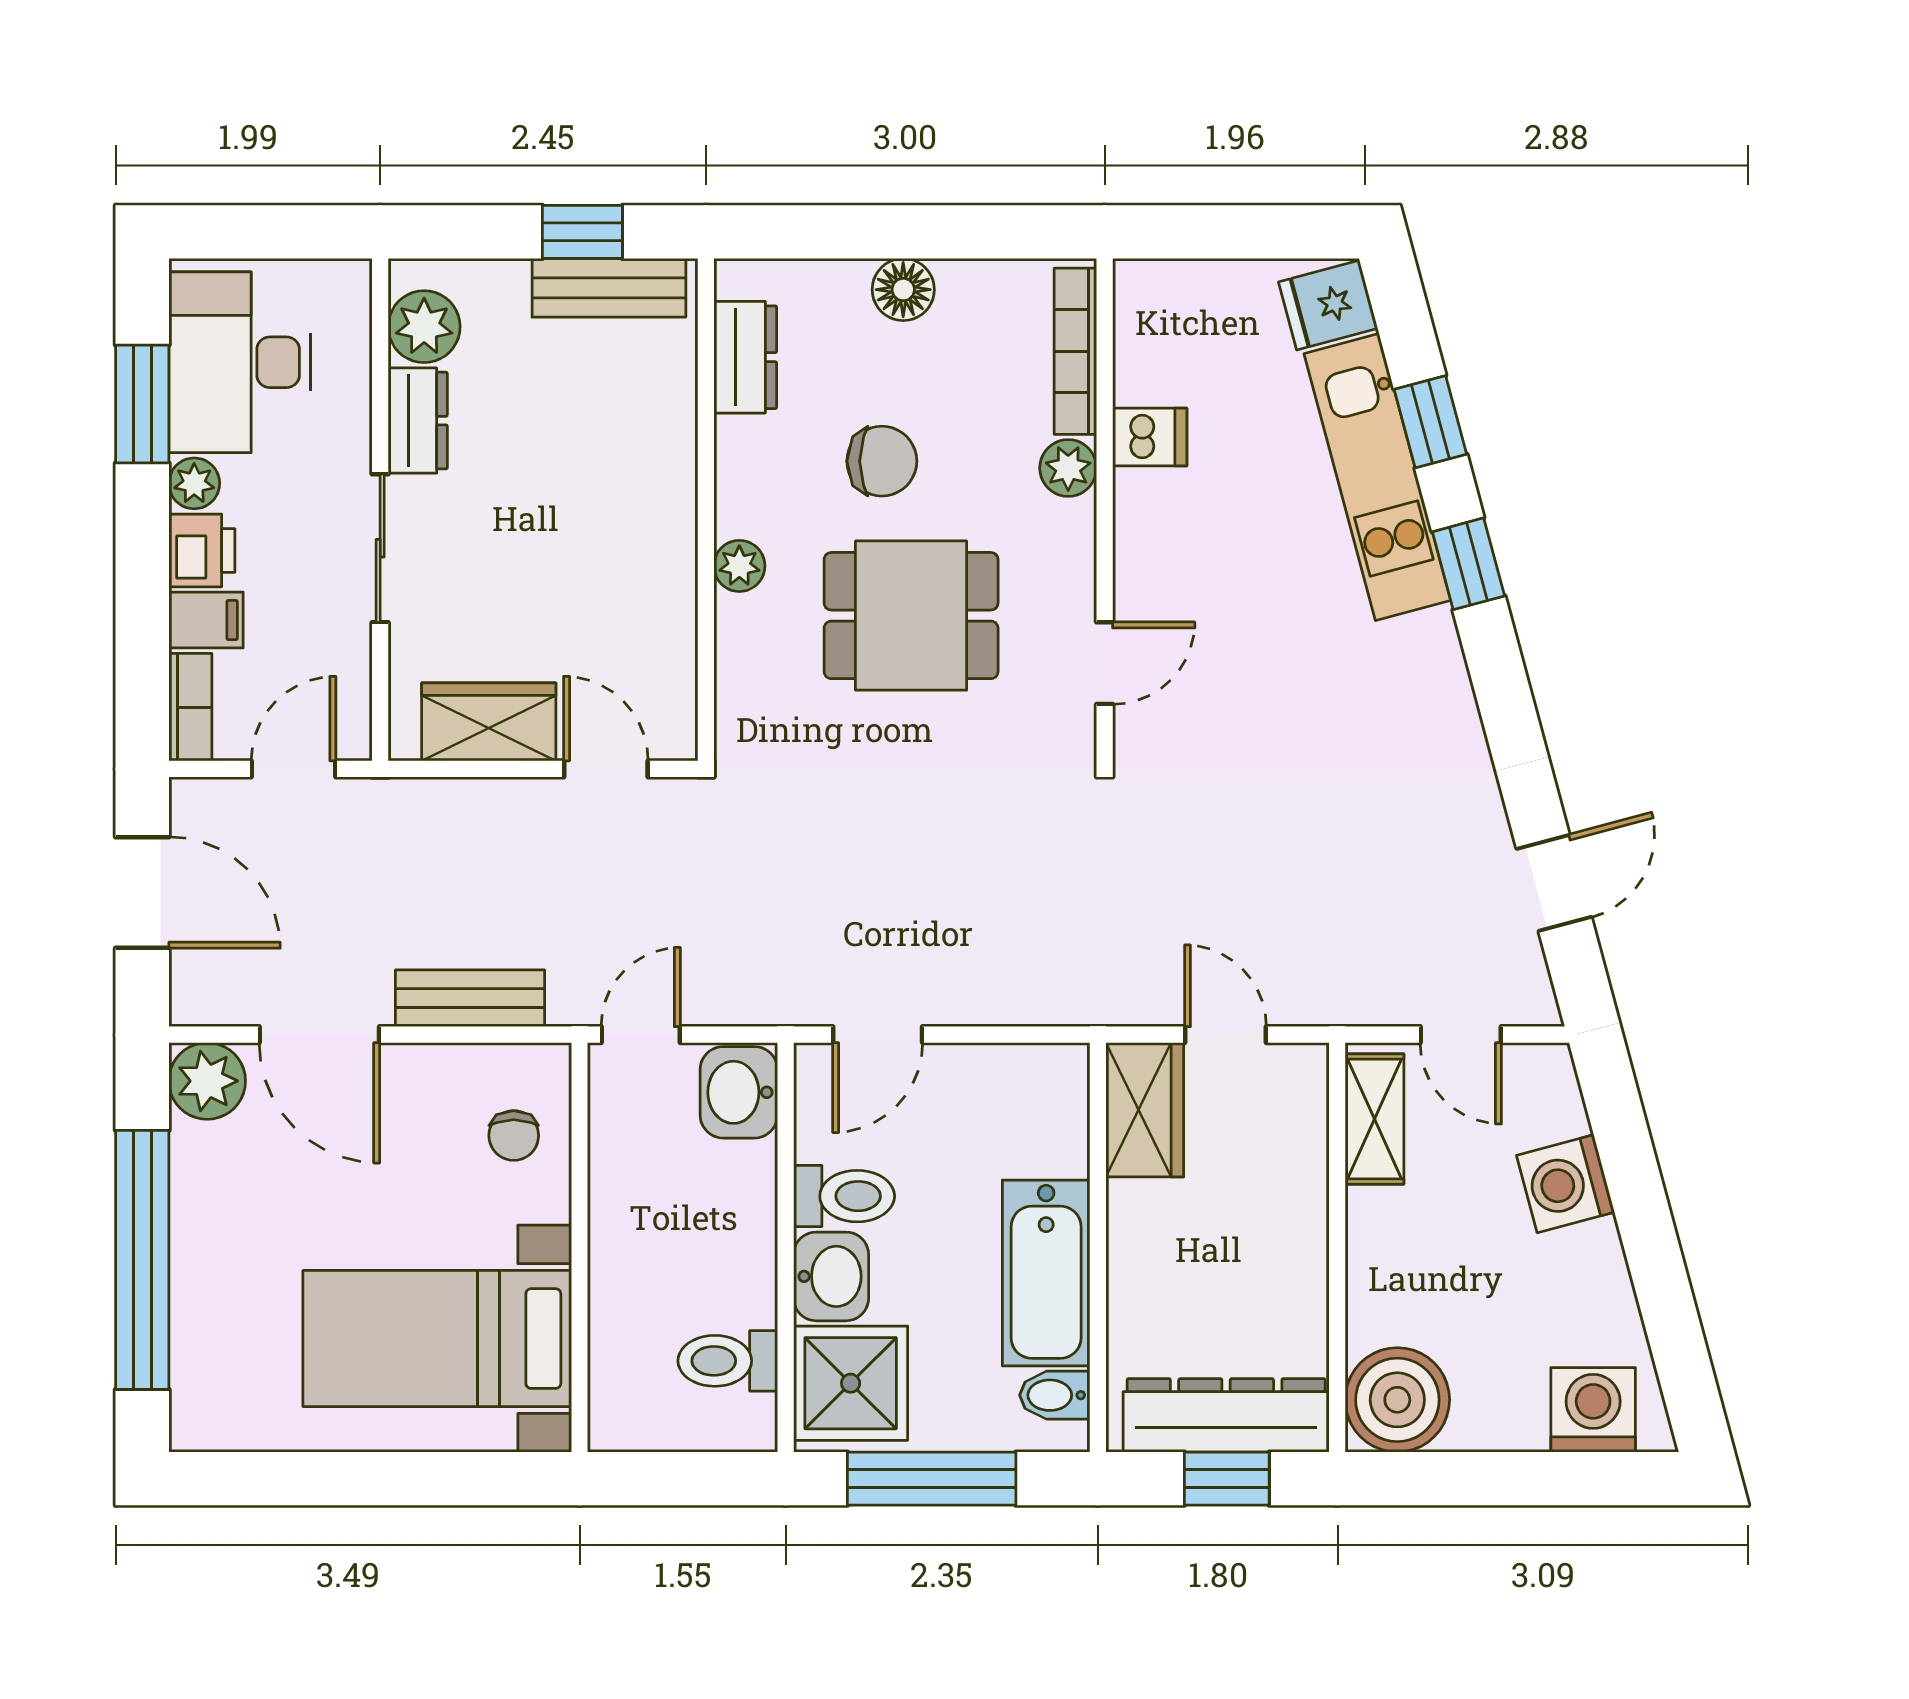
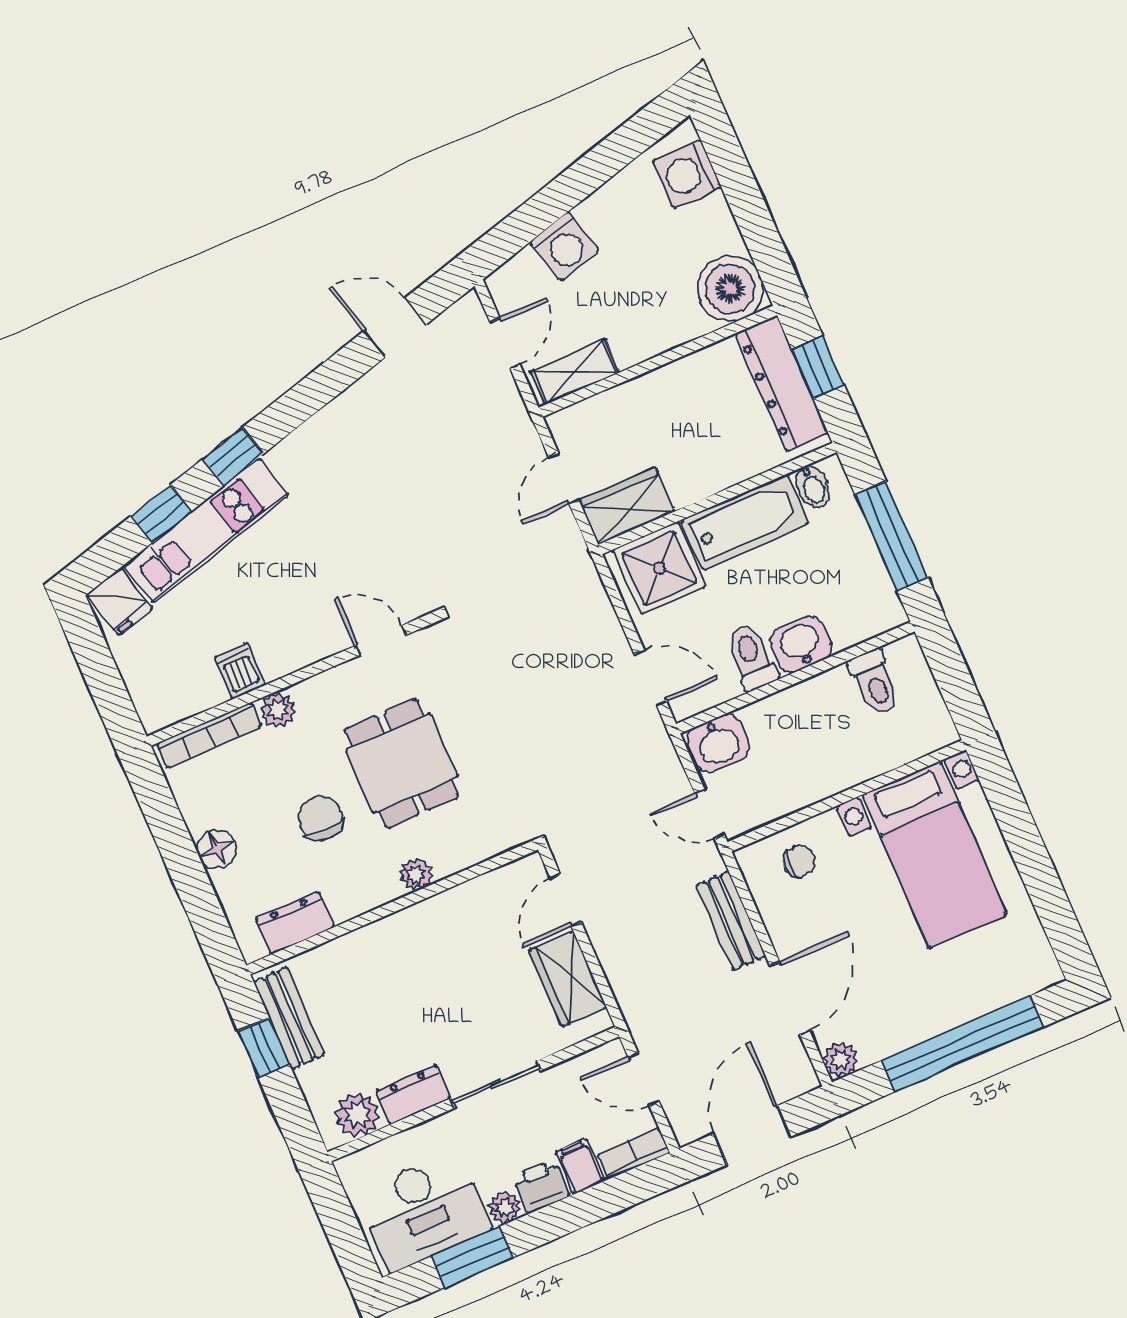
plant: (207, 1081) -> (841, 1059), width x0.73, depth x0.73
shower: (851, 1383) -> (659, 568), moved

